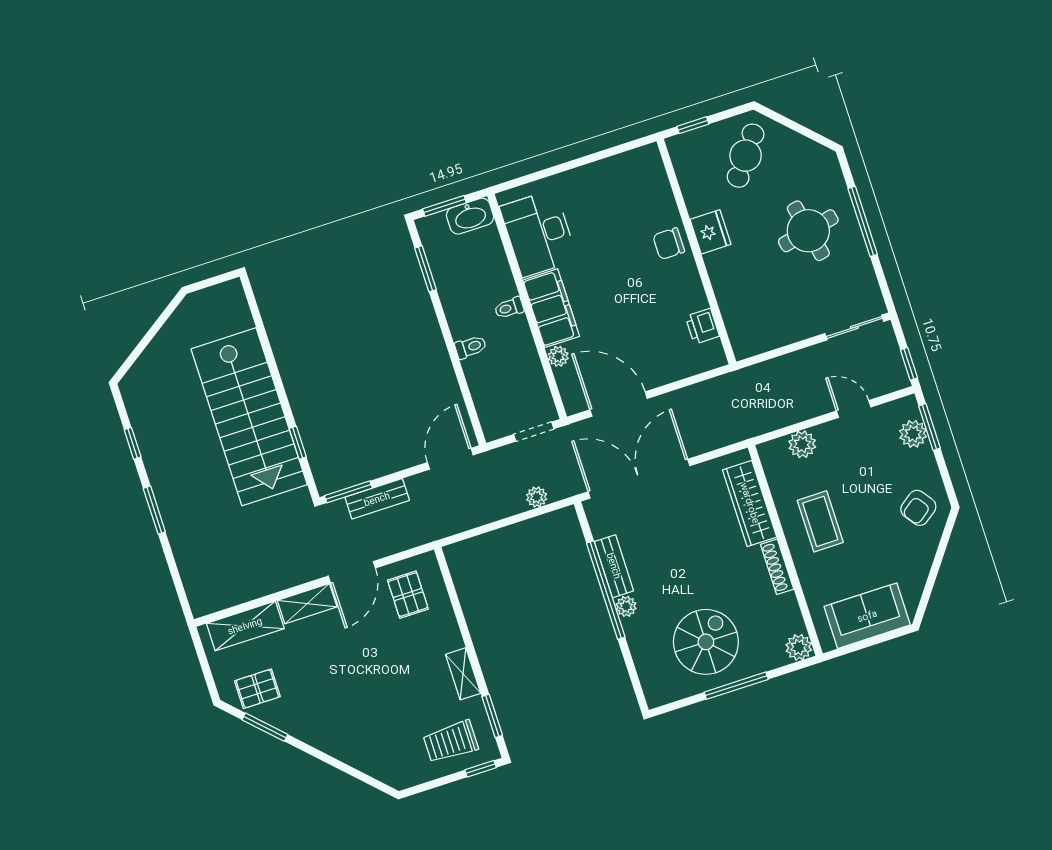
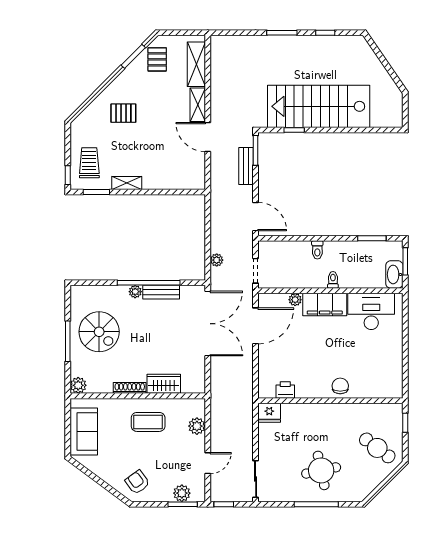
fridge: (710, 232) -> (269, 413), moved
wardrobe: (750, 503) -> (164, 384), width x0.67
pallet: (408, 595) -> (123, 113), moved

